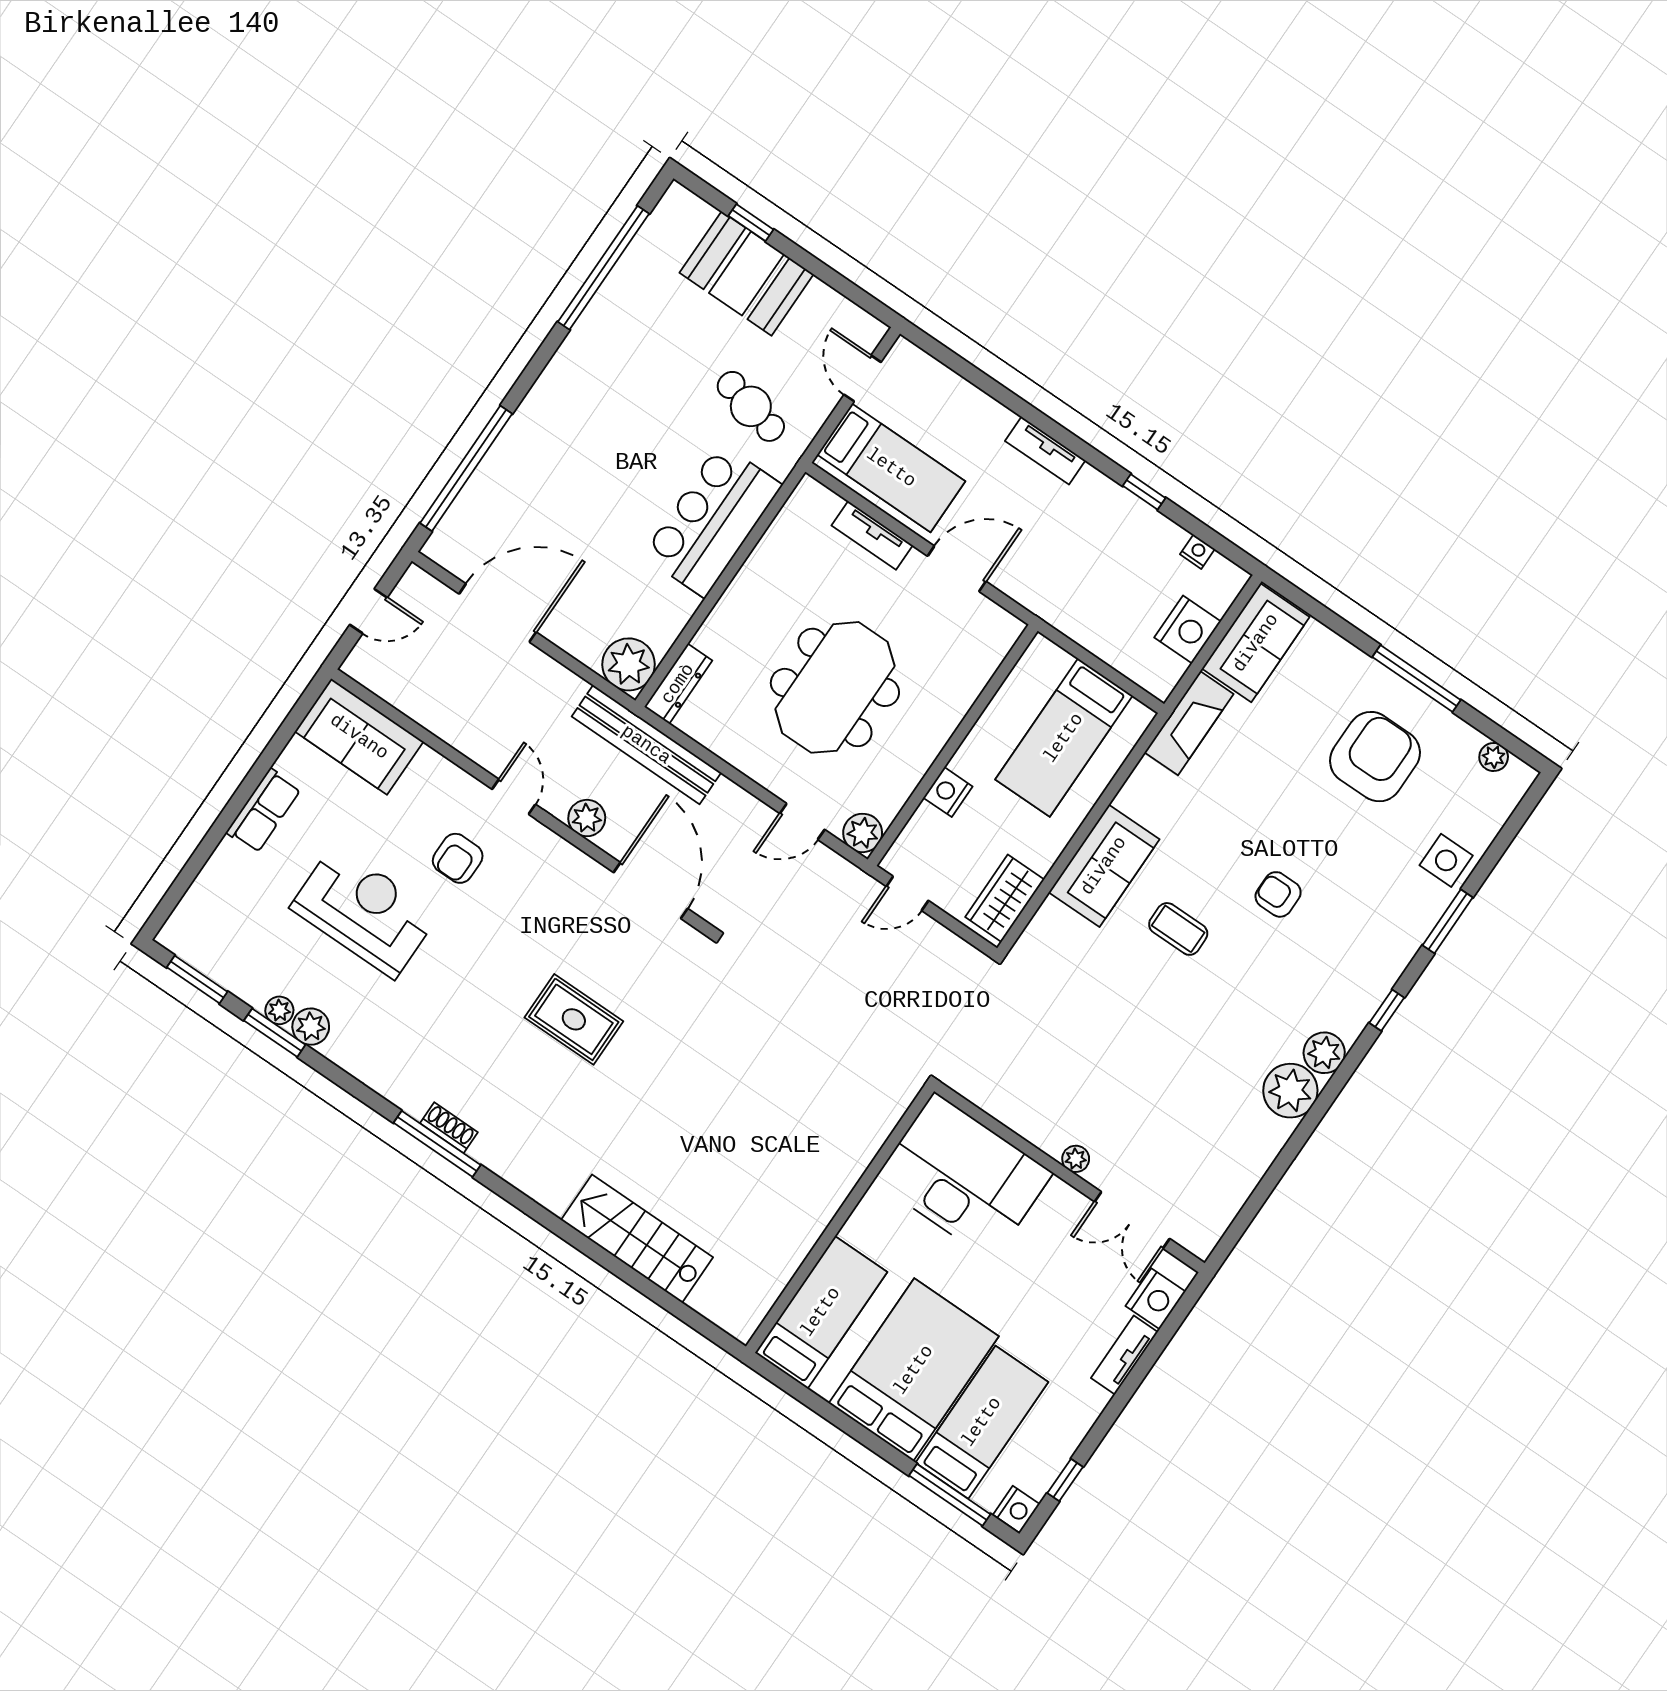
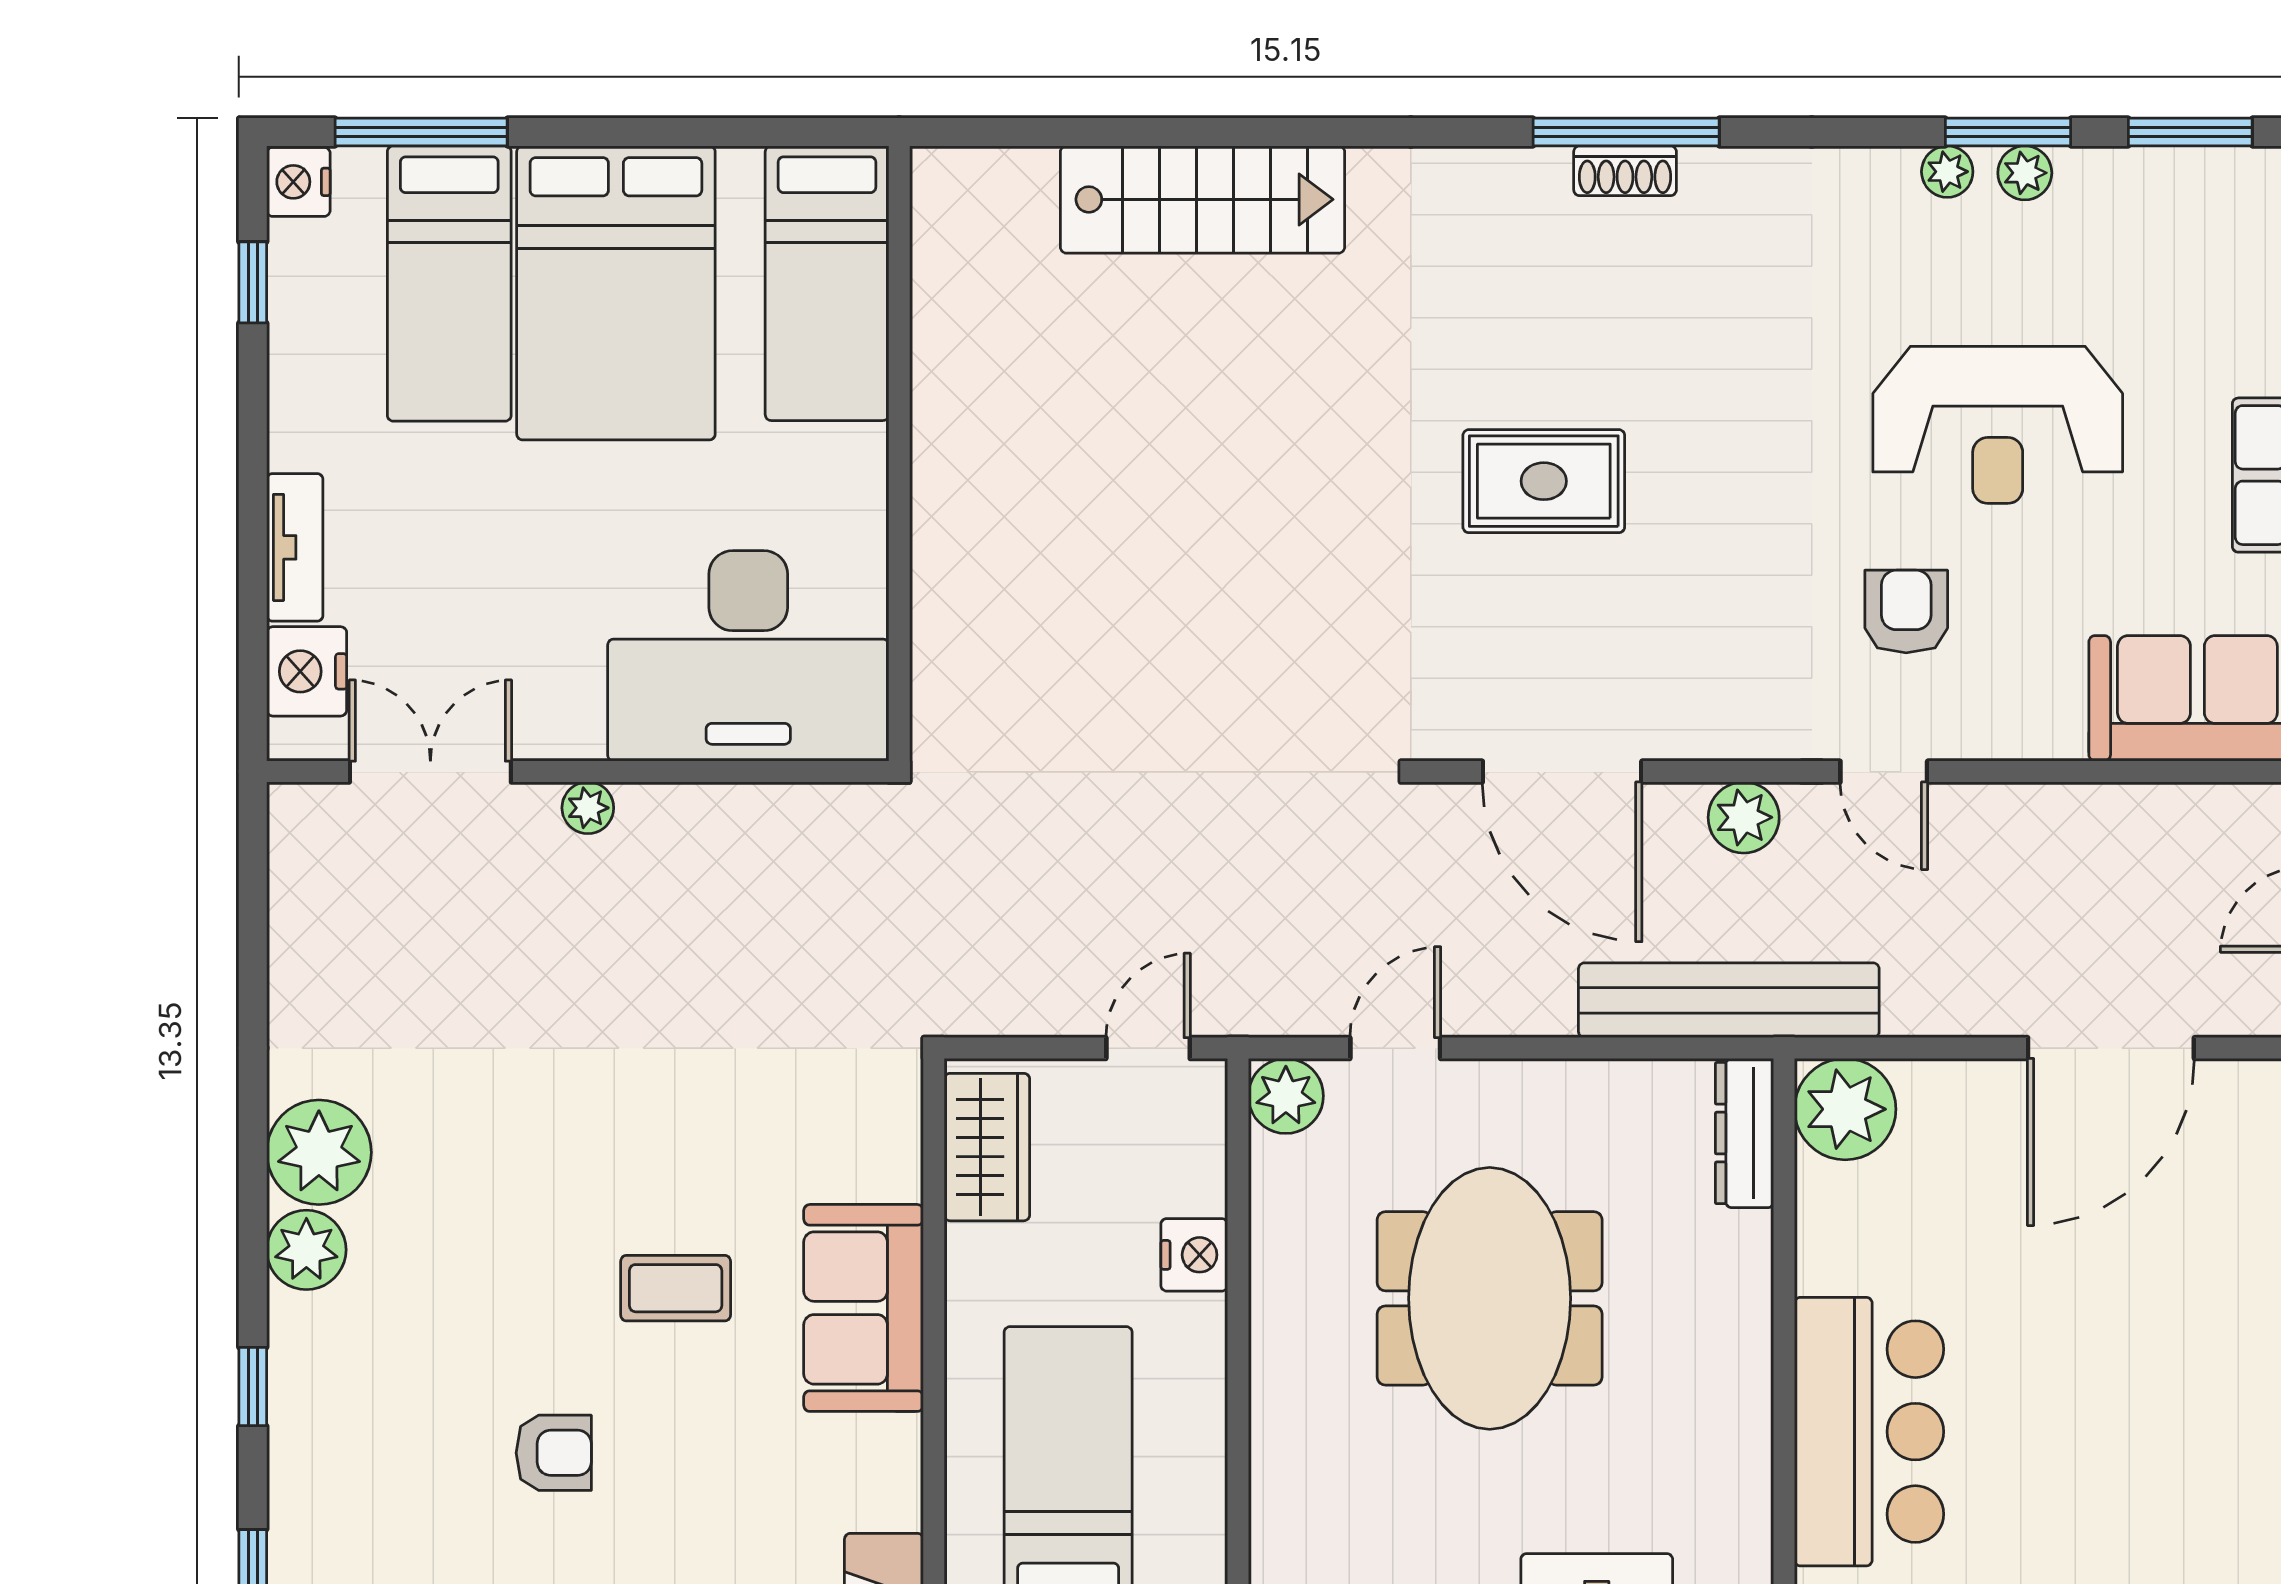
plant: (311, 1027) -> (1947, 172), width x0.73, depth x0.73

